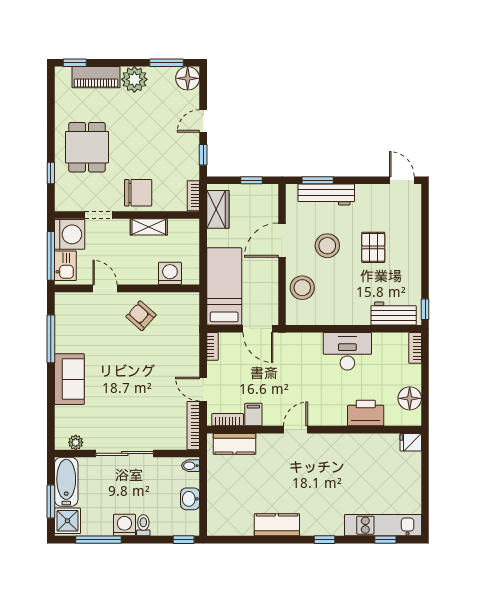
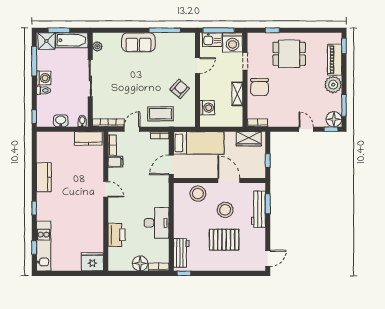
window: (203, 155) -> (331, 129), moved
pallet: (373, 247) -> (224, 240), width x1.50, depth x1.42
coffee table: (179, 345) -> (160, 114), added
floor lamp: (410, 398) -> (140, 263), moved
fridge: (411, 442) -> (92, 262), width x1.88, depth x1.34
kitchen counter: (235, 444) -> (88, 138), moved, turned -90

